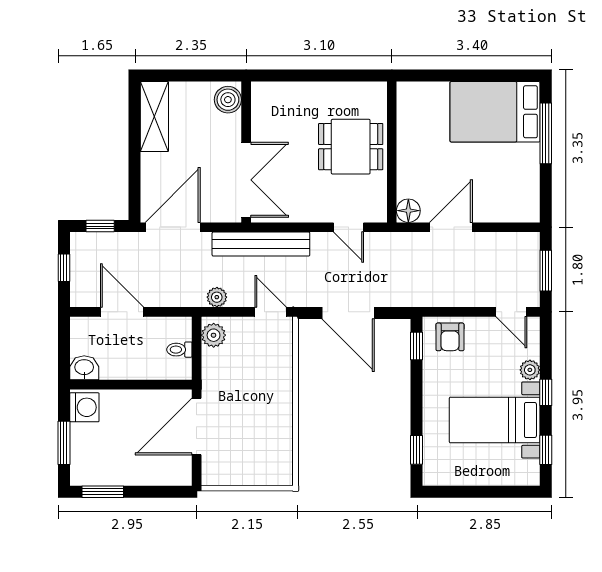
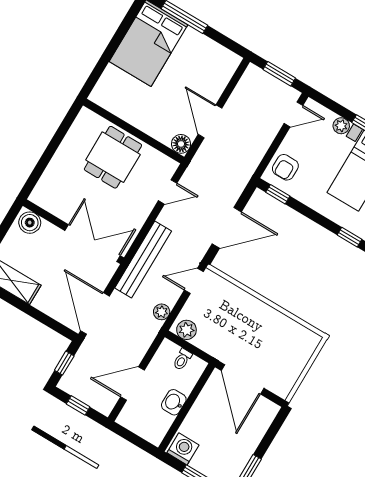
armchair: (450, 337) -> (285, 167), turned 90
washbasin: (84, 368) -> (174, 402), moved

